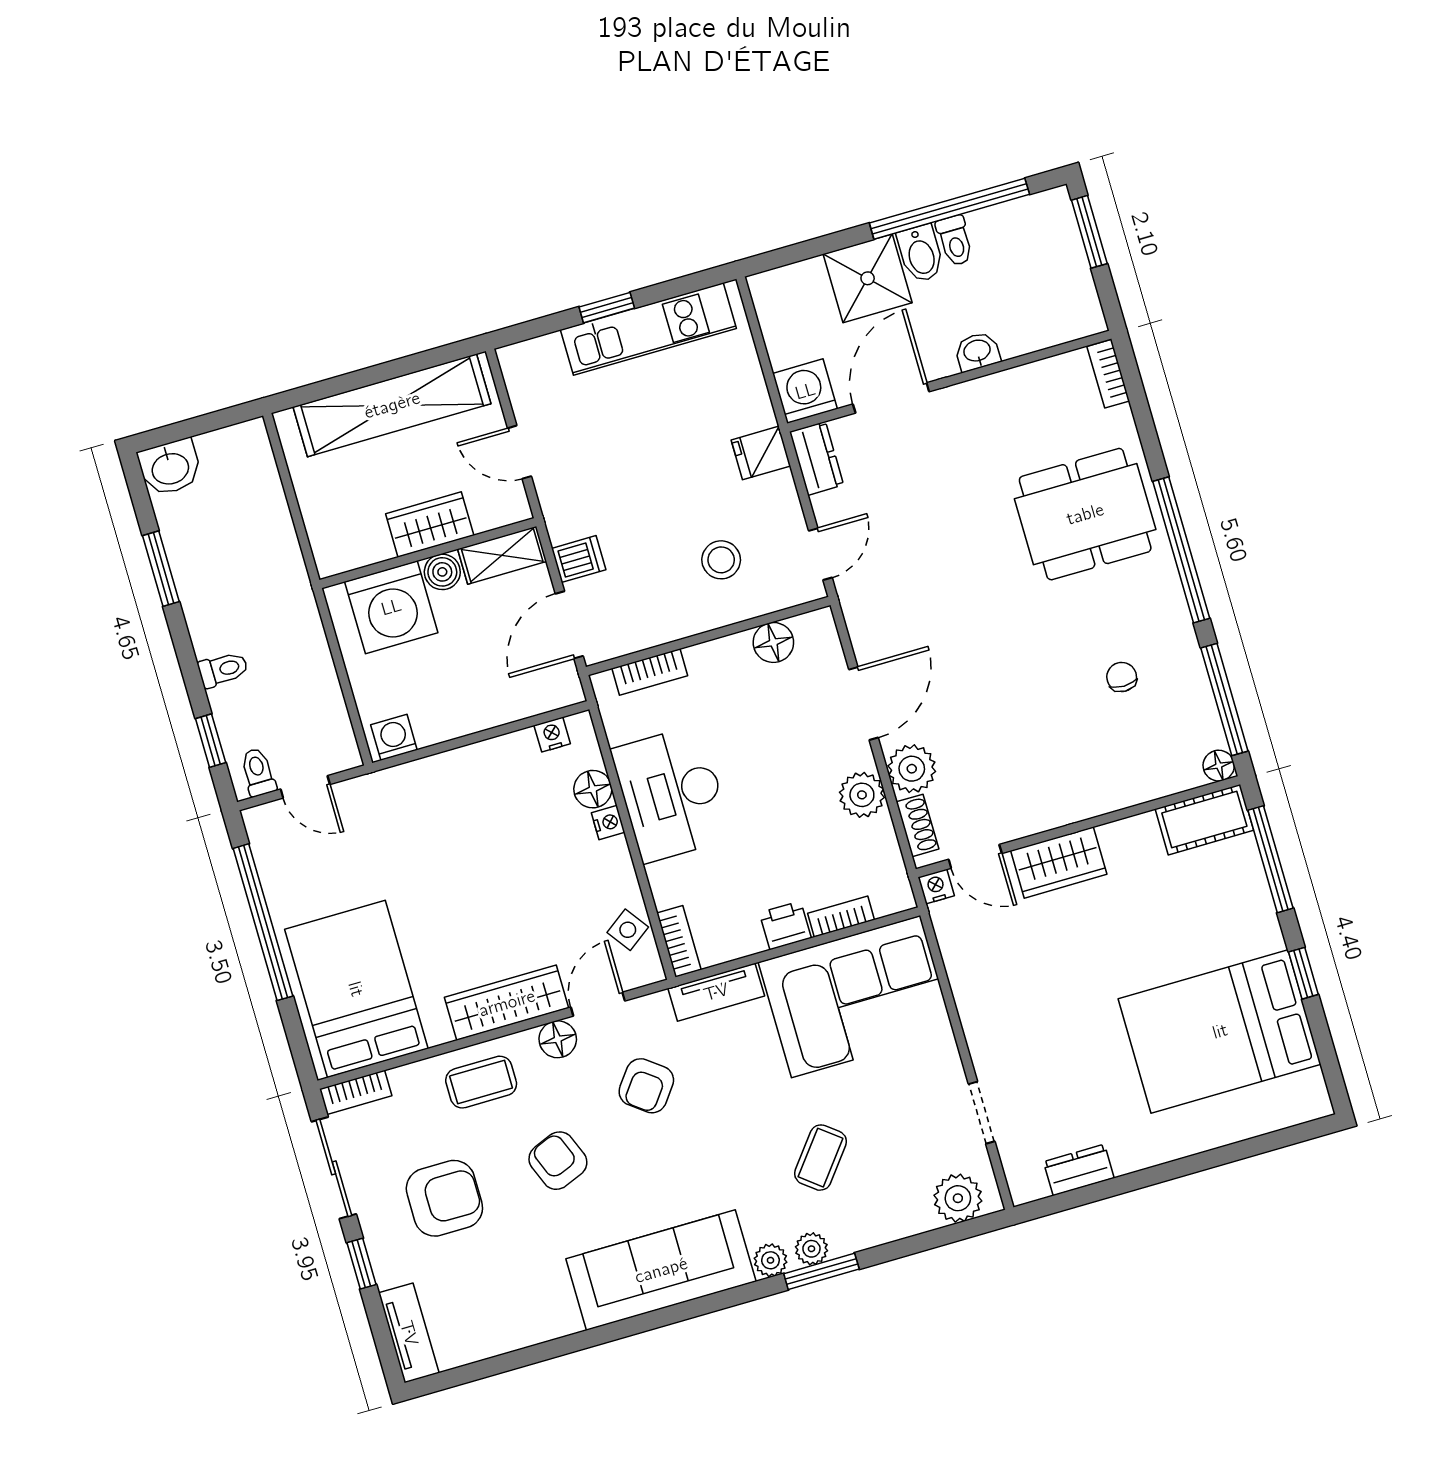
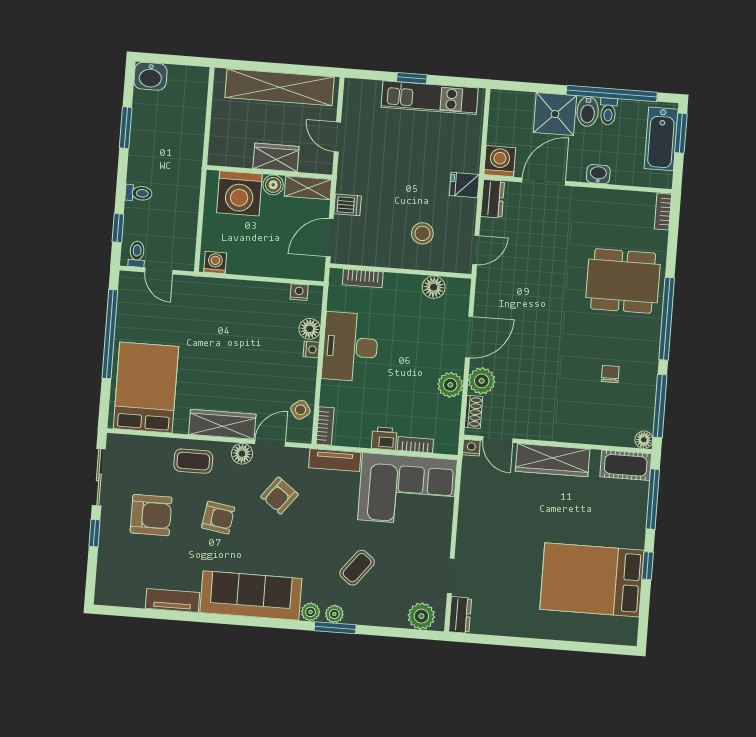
bathtub: (1060, 254) -> (661, 139), added
wardrobe: (1059, 862) -> (553, 460), width x1.50
bookcase: (356, 1092) -> (125, 442), removed
armchair: (558, 1161) -> (218, 518), turned 121
dresser: (1079, 1170) -> (460, 615), moved, turned 90
tv unit: (409, 1333) -> (172, 600), moved, turned -90

